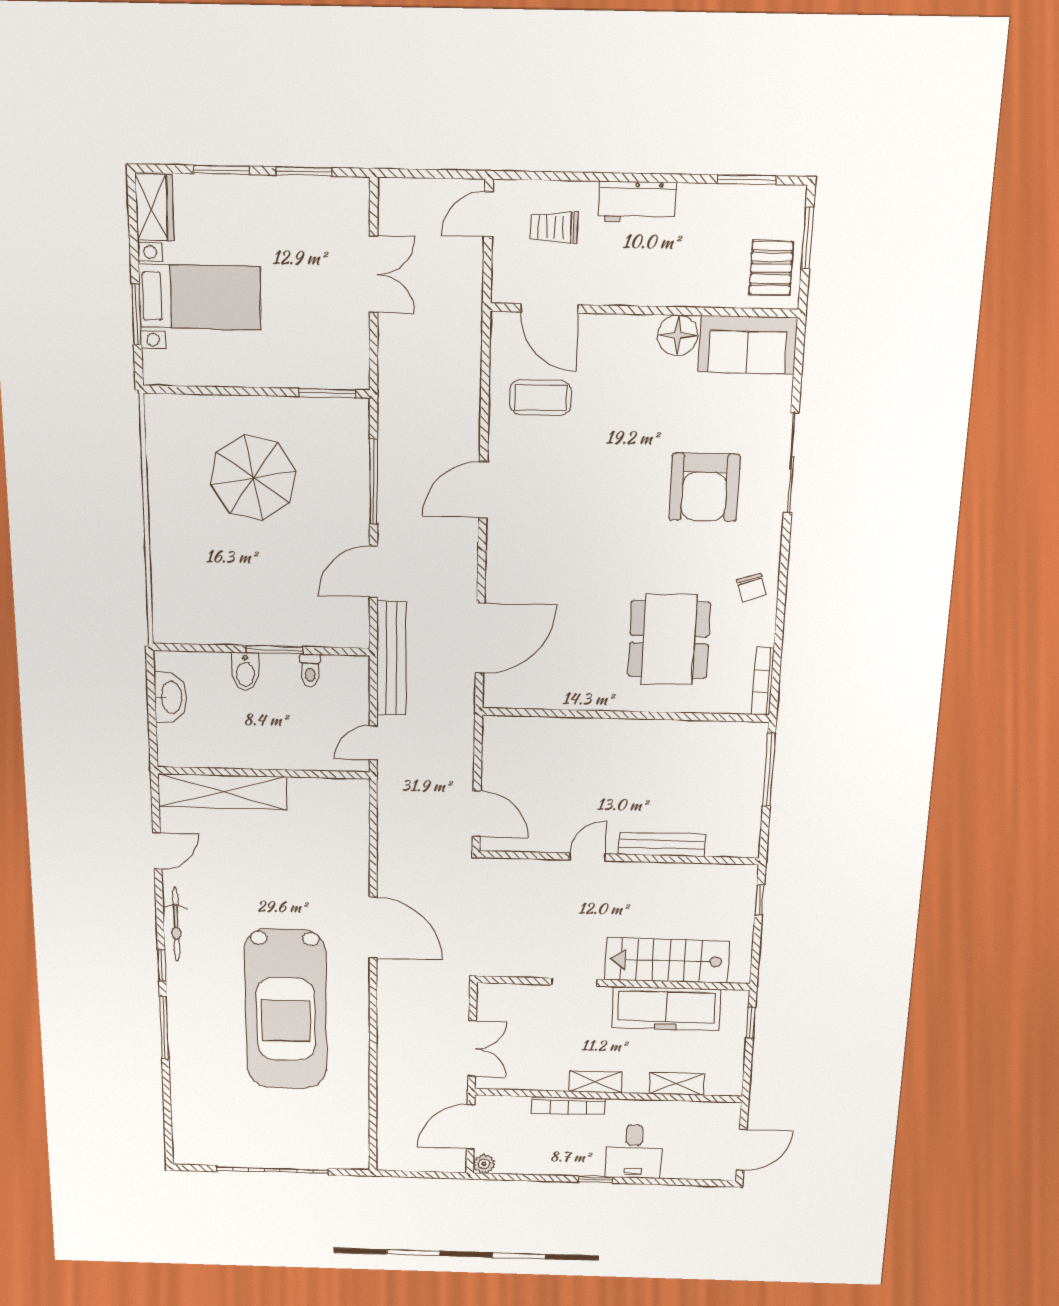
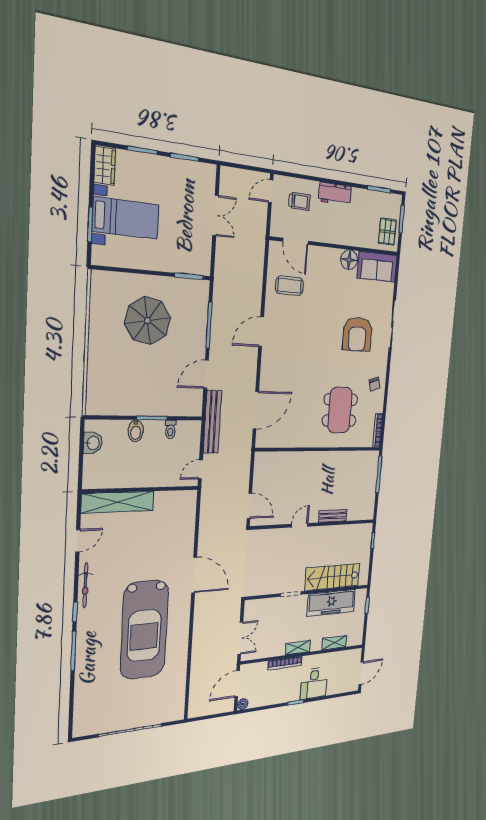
trolley: (554, 227) -> (299, 201), turned 180
washbasin: (171, 697) -> (93, 443), width x0.72
bench: (662, 844) -> (333, 516), width x0.73

